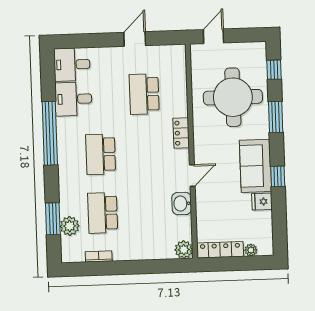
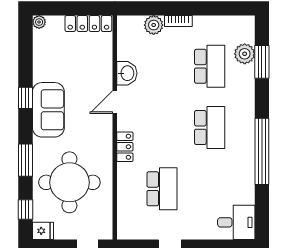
desk: (73, 99) -> (236, 186), removed
fridge: (262, 202) -> (43, 231), moved
plant: (184, 250) -> (154, 25), moved
plant: (251, 250) -> (39, 22), moved
bookcase: (99, 256) -> (178, 21), moved

